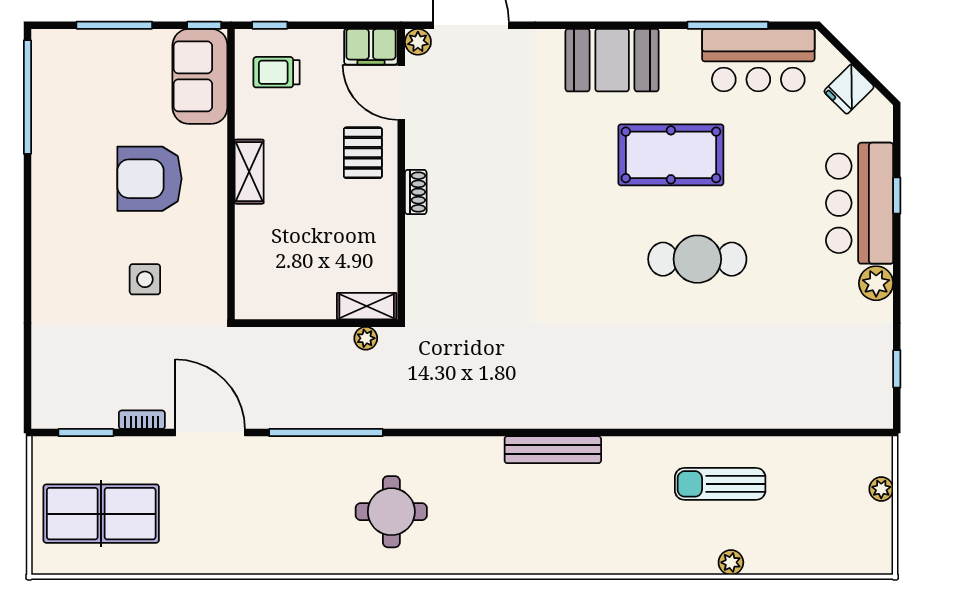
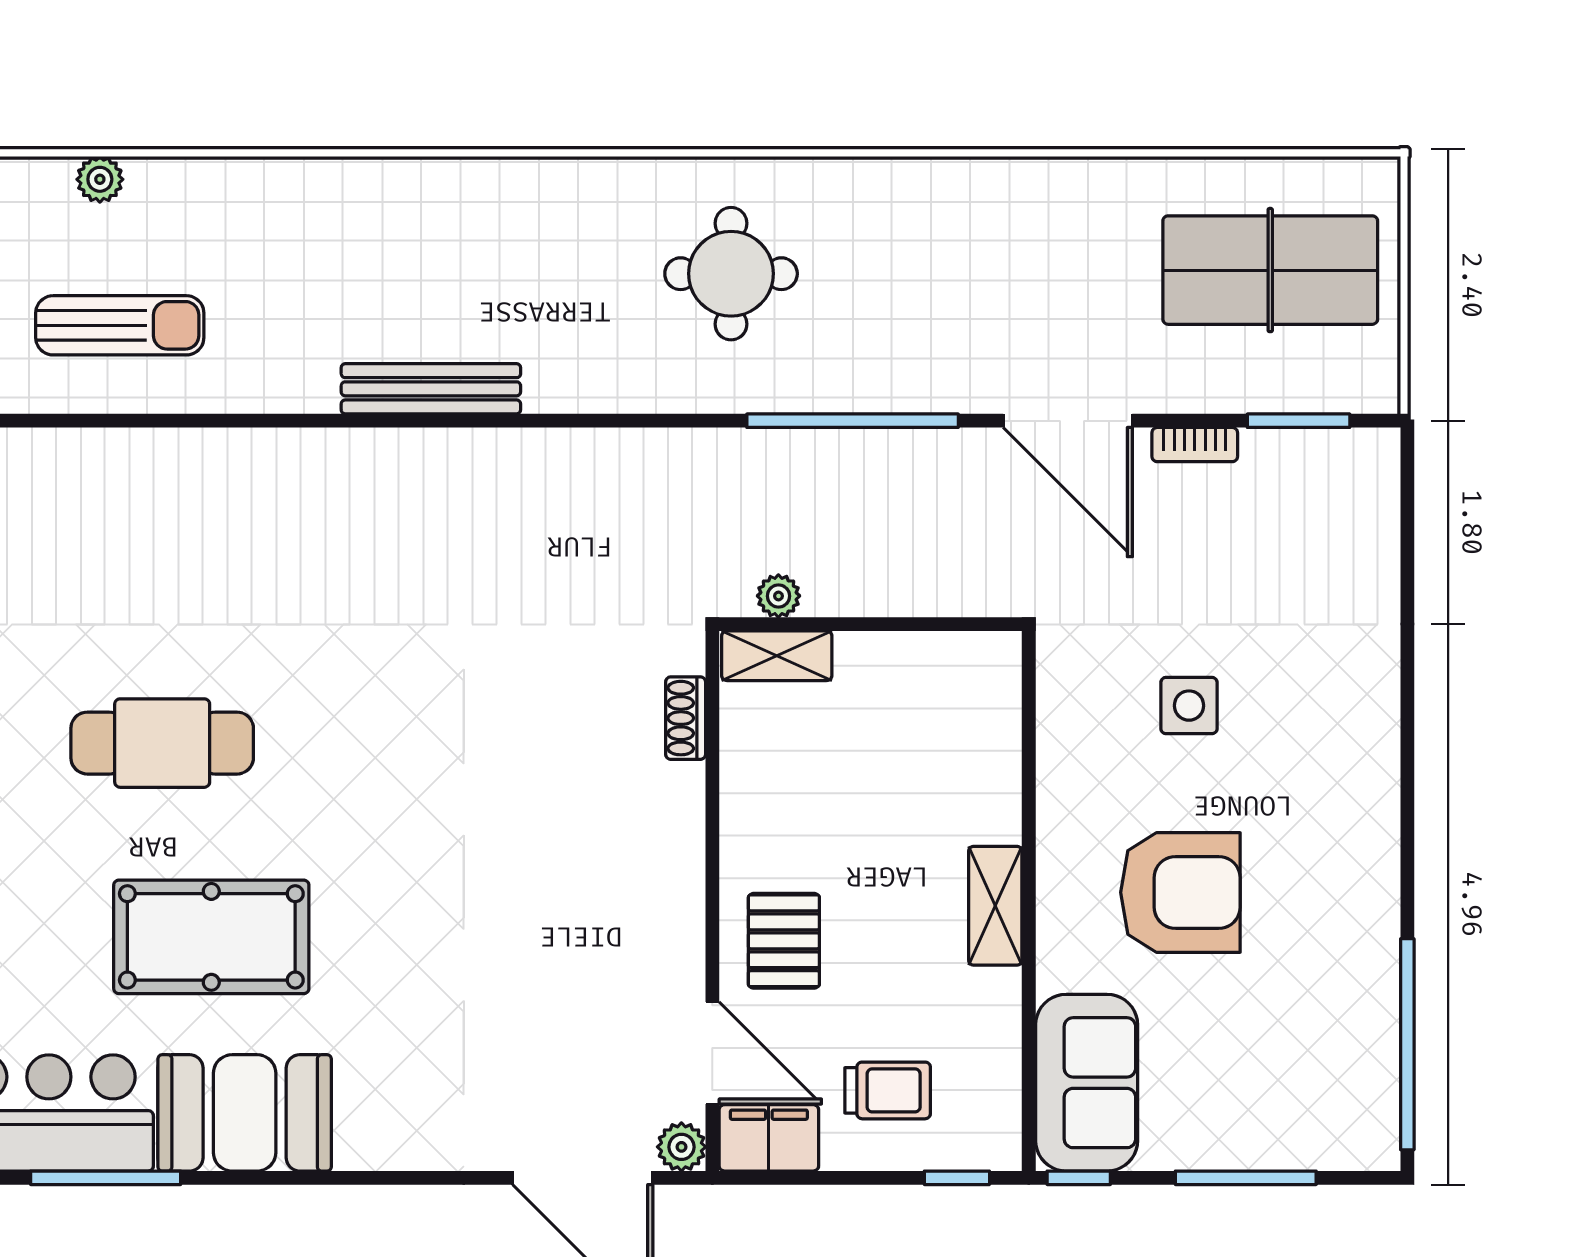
booth: (612, 60) -> (245, 1113), moved
trolley: (276, 72) -> (888, 1090), moved
shoe rack: (416, 192) -> (686, 718), moved

